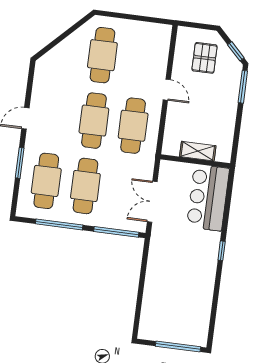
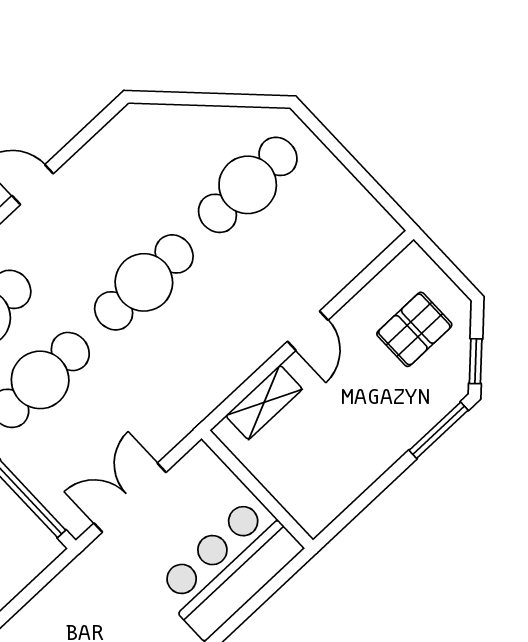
cafe table: (133, 126) -> (202, 345), removed
shelving: (198, 151) -> (264, 402), moved, turned 90

